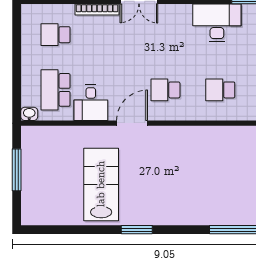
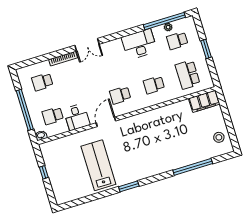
window: (17, 68) -> (25, 110), added
school desk: (56, 90) -> (53, 116), width x0.54
window: (17, 170) -> (44, 172), width x0.46

